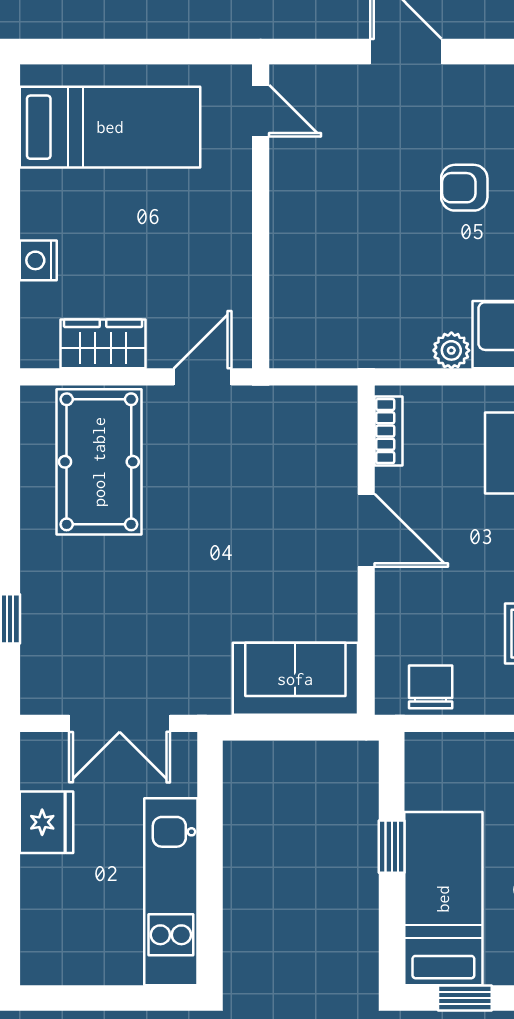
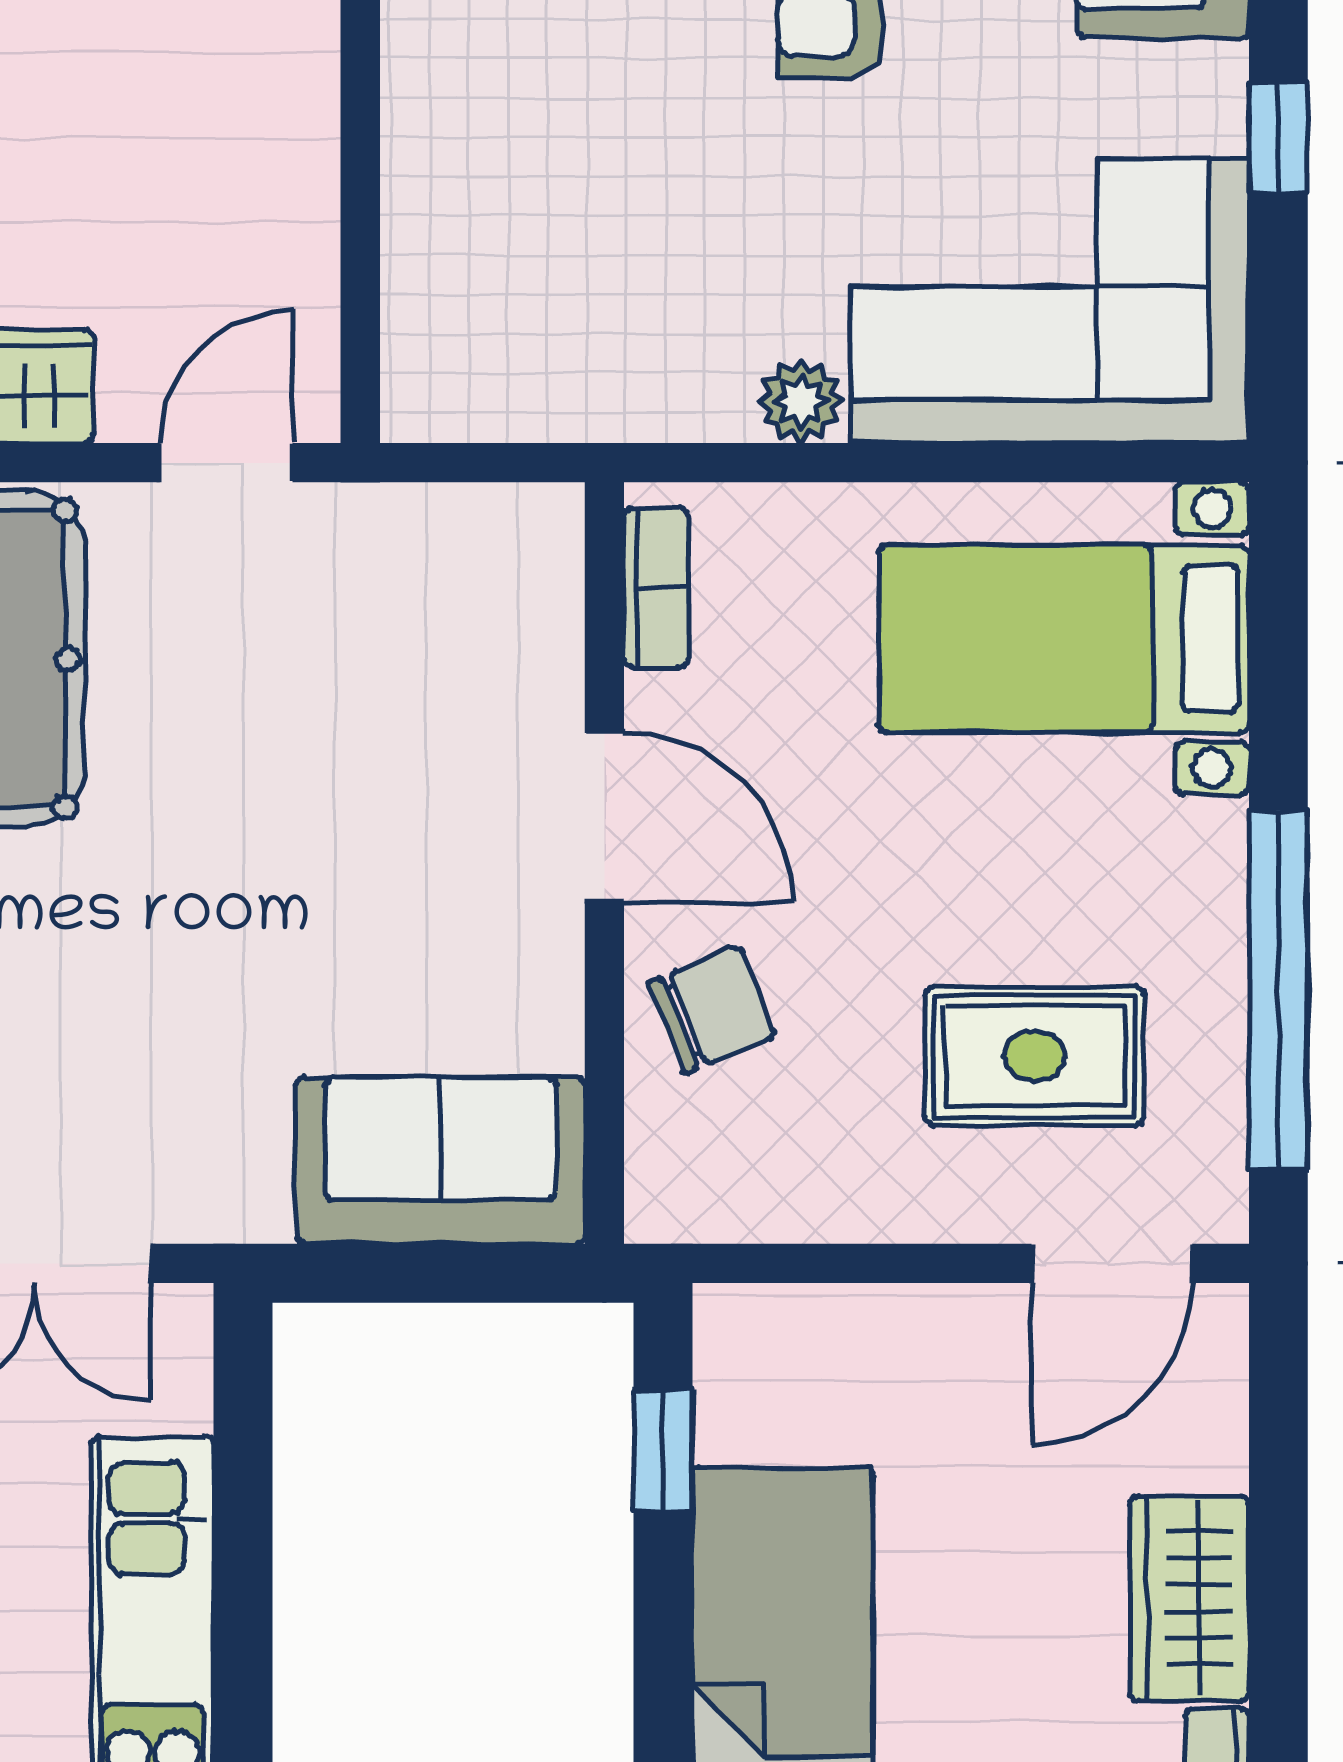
chair: (431, 687) -> (711, 1009), moved, turned 68
window: (392, 847) -> (663, 1450), moved

